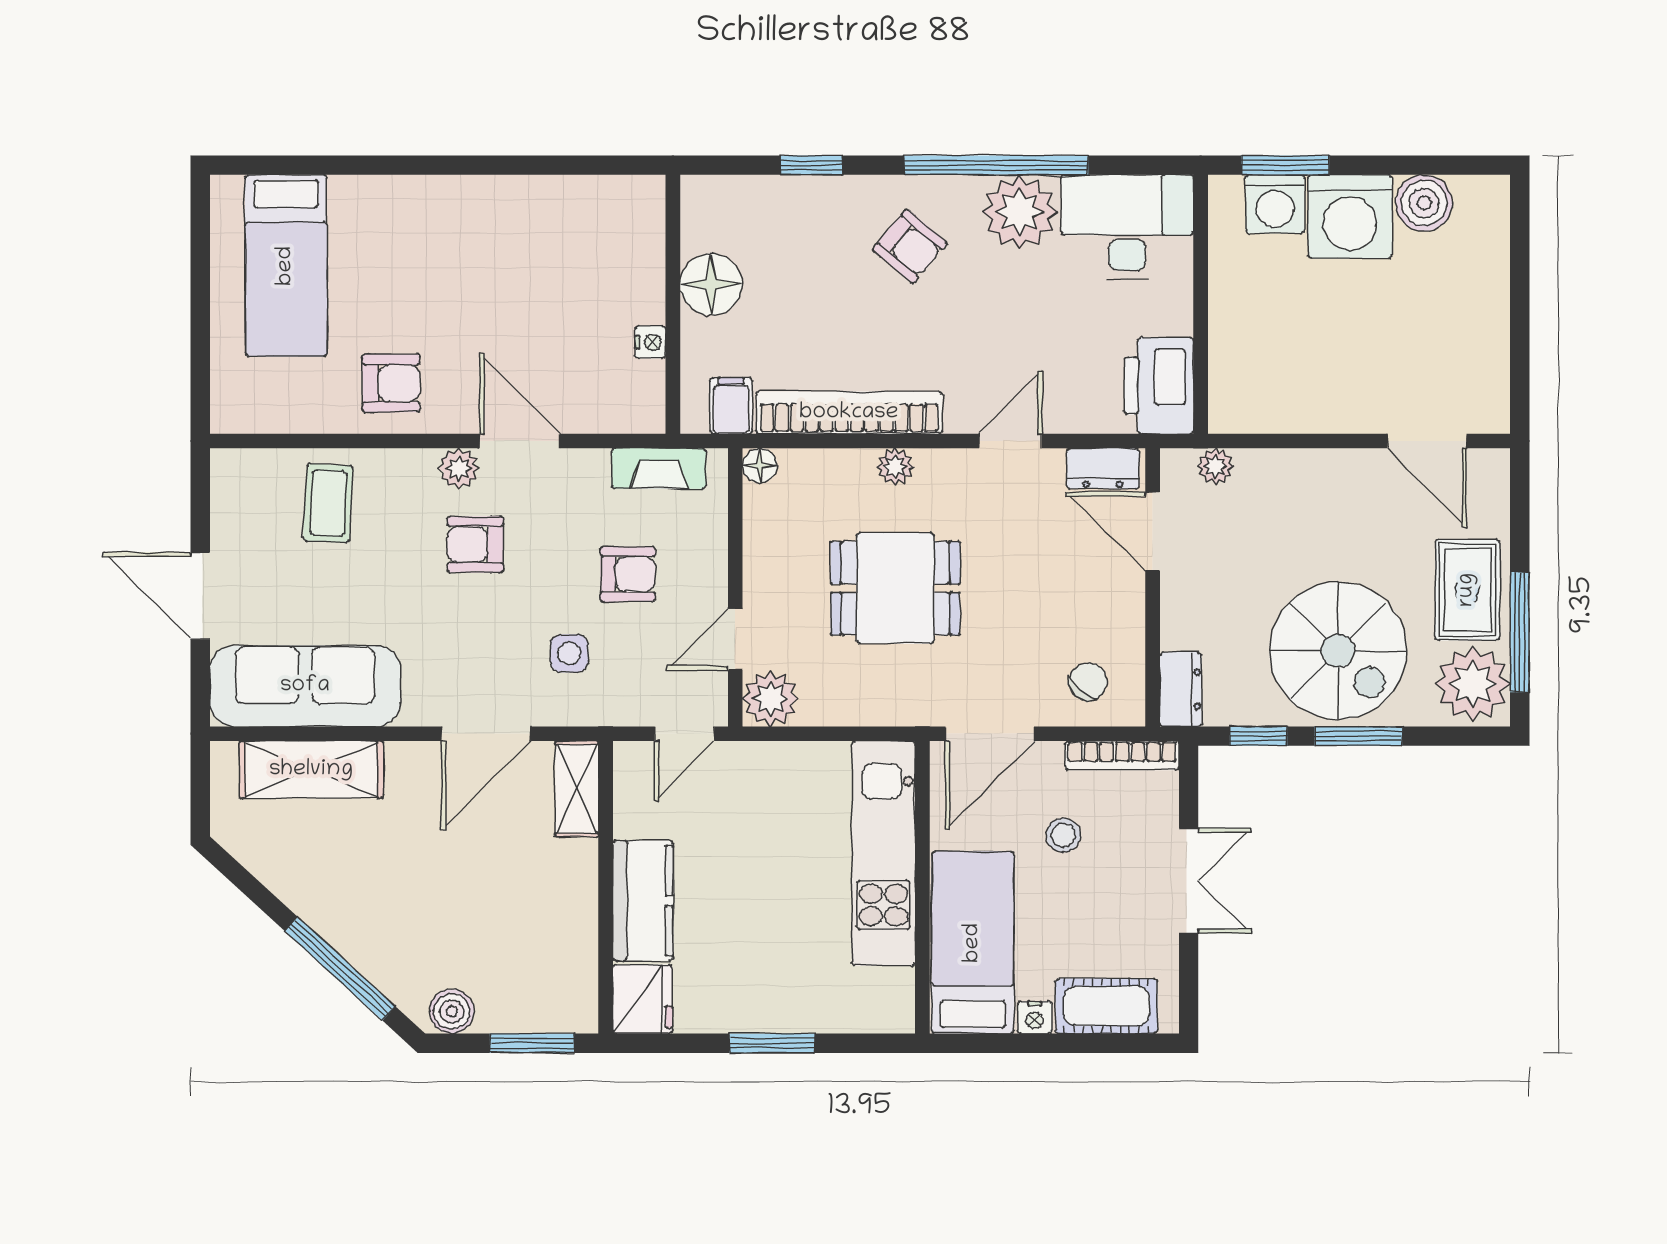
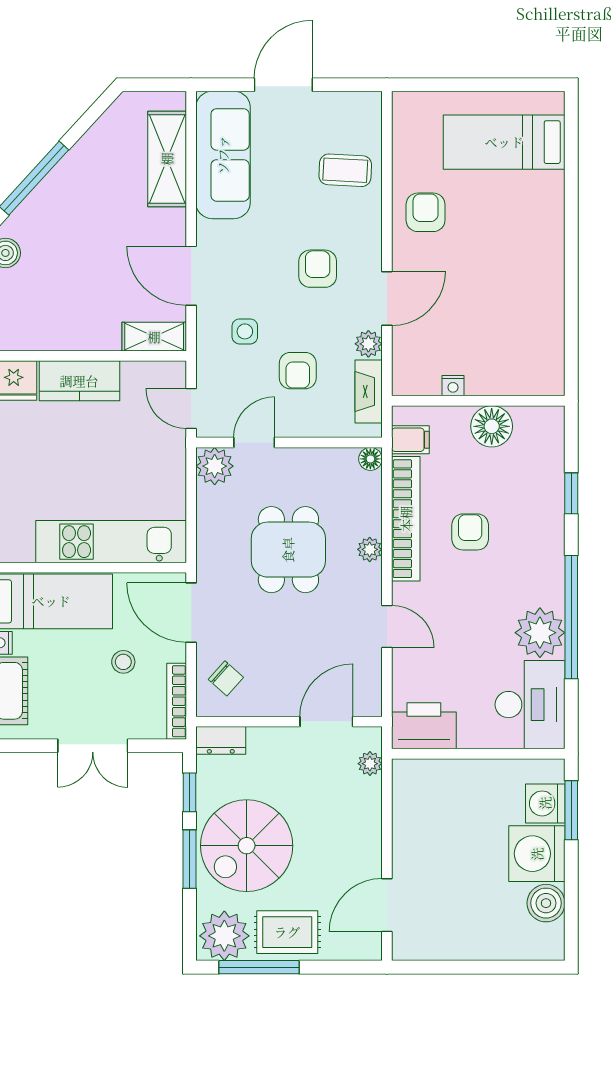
armchair: (910, 246) -> (470, 532), moved, turned 140
armchair: (391, 383) -> (426, 212), turned 180
plant: (459, 468) -> (368, 344), moved
dresser: (1103, 469) -> (368, 688), removed
door: (735, 639) -> (254, 443), hinge flipped

